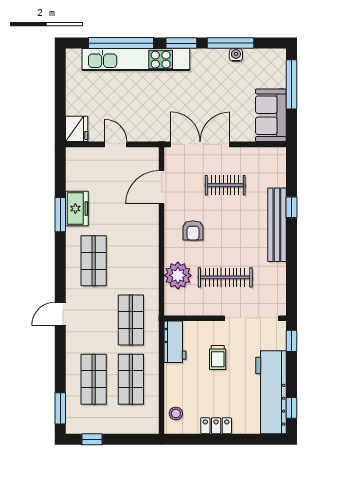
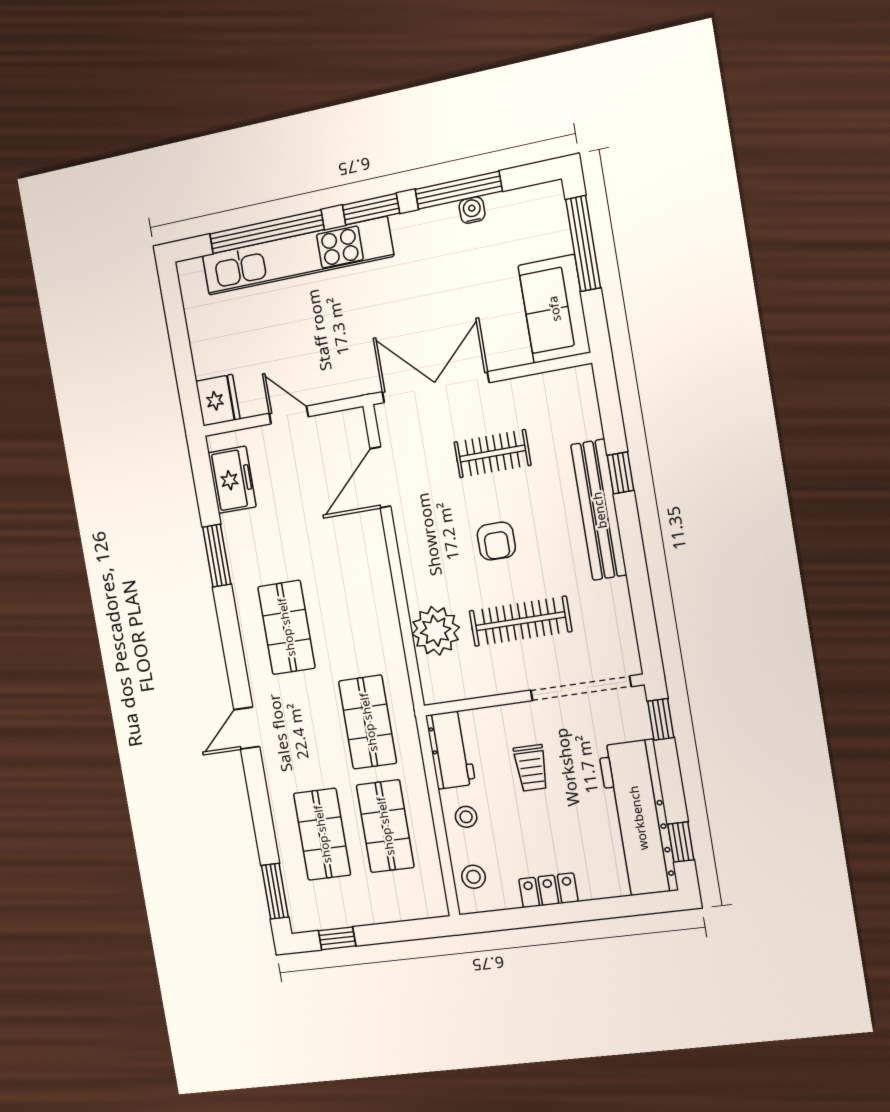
freezer: (77, 209) -> (232, 480), moved
armchair: (193, 230) -> (496, 541), moved
stool: (177, 380) -> (466, 817), added

